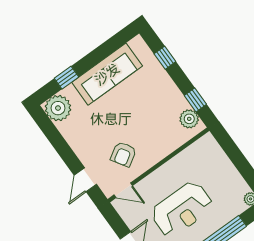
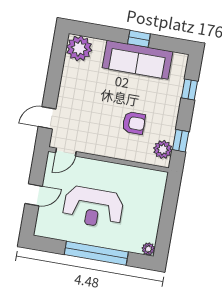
window: (66, 78) -> (139, 39), moved
armchair: (123, 154) -> (134, 123), moved, turned -148
door: (123, 190) -> (66, 152), hinge flipped

